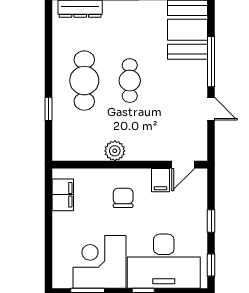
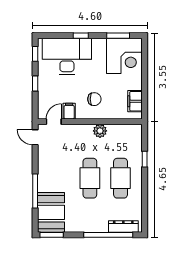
cafe table: (130, 81) -> (90, 178), width x1.37, depth x1.35
door: (211, 109) -> (35, 137), moved
chair: (123, 198) -> (94, 99), turned -90
corner desk: (100, 262) -> (124, 56), moved

